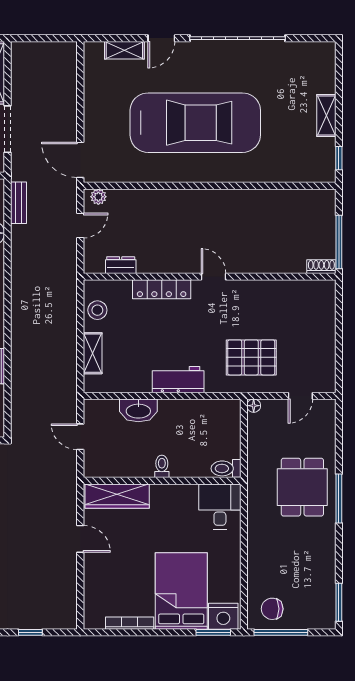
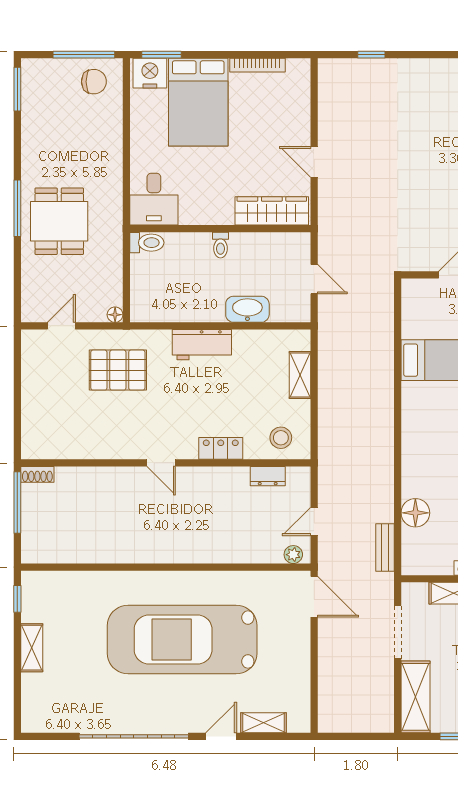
locker: (162, 289) -> (221, 448), width x0.66
stool: (97, 310) -> (281, 438), moved

